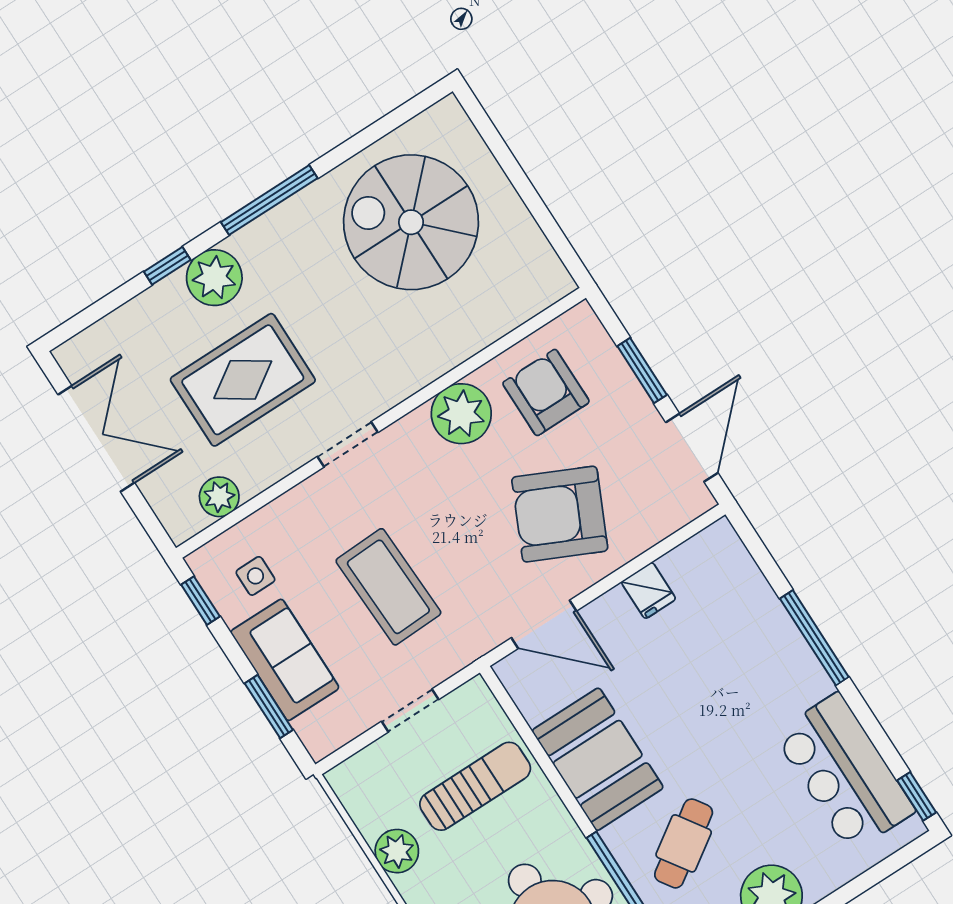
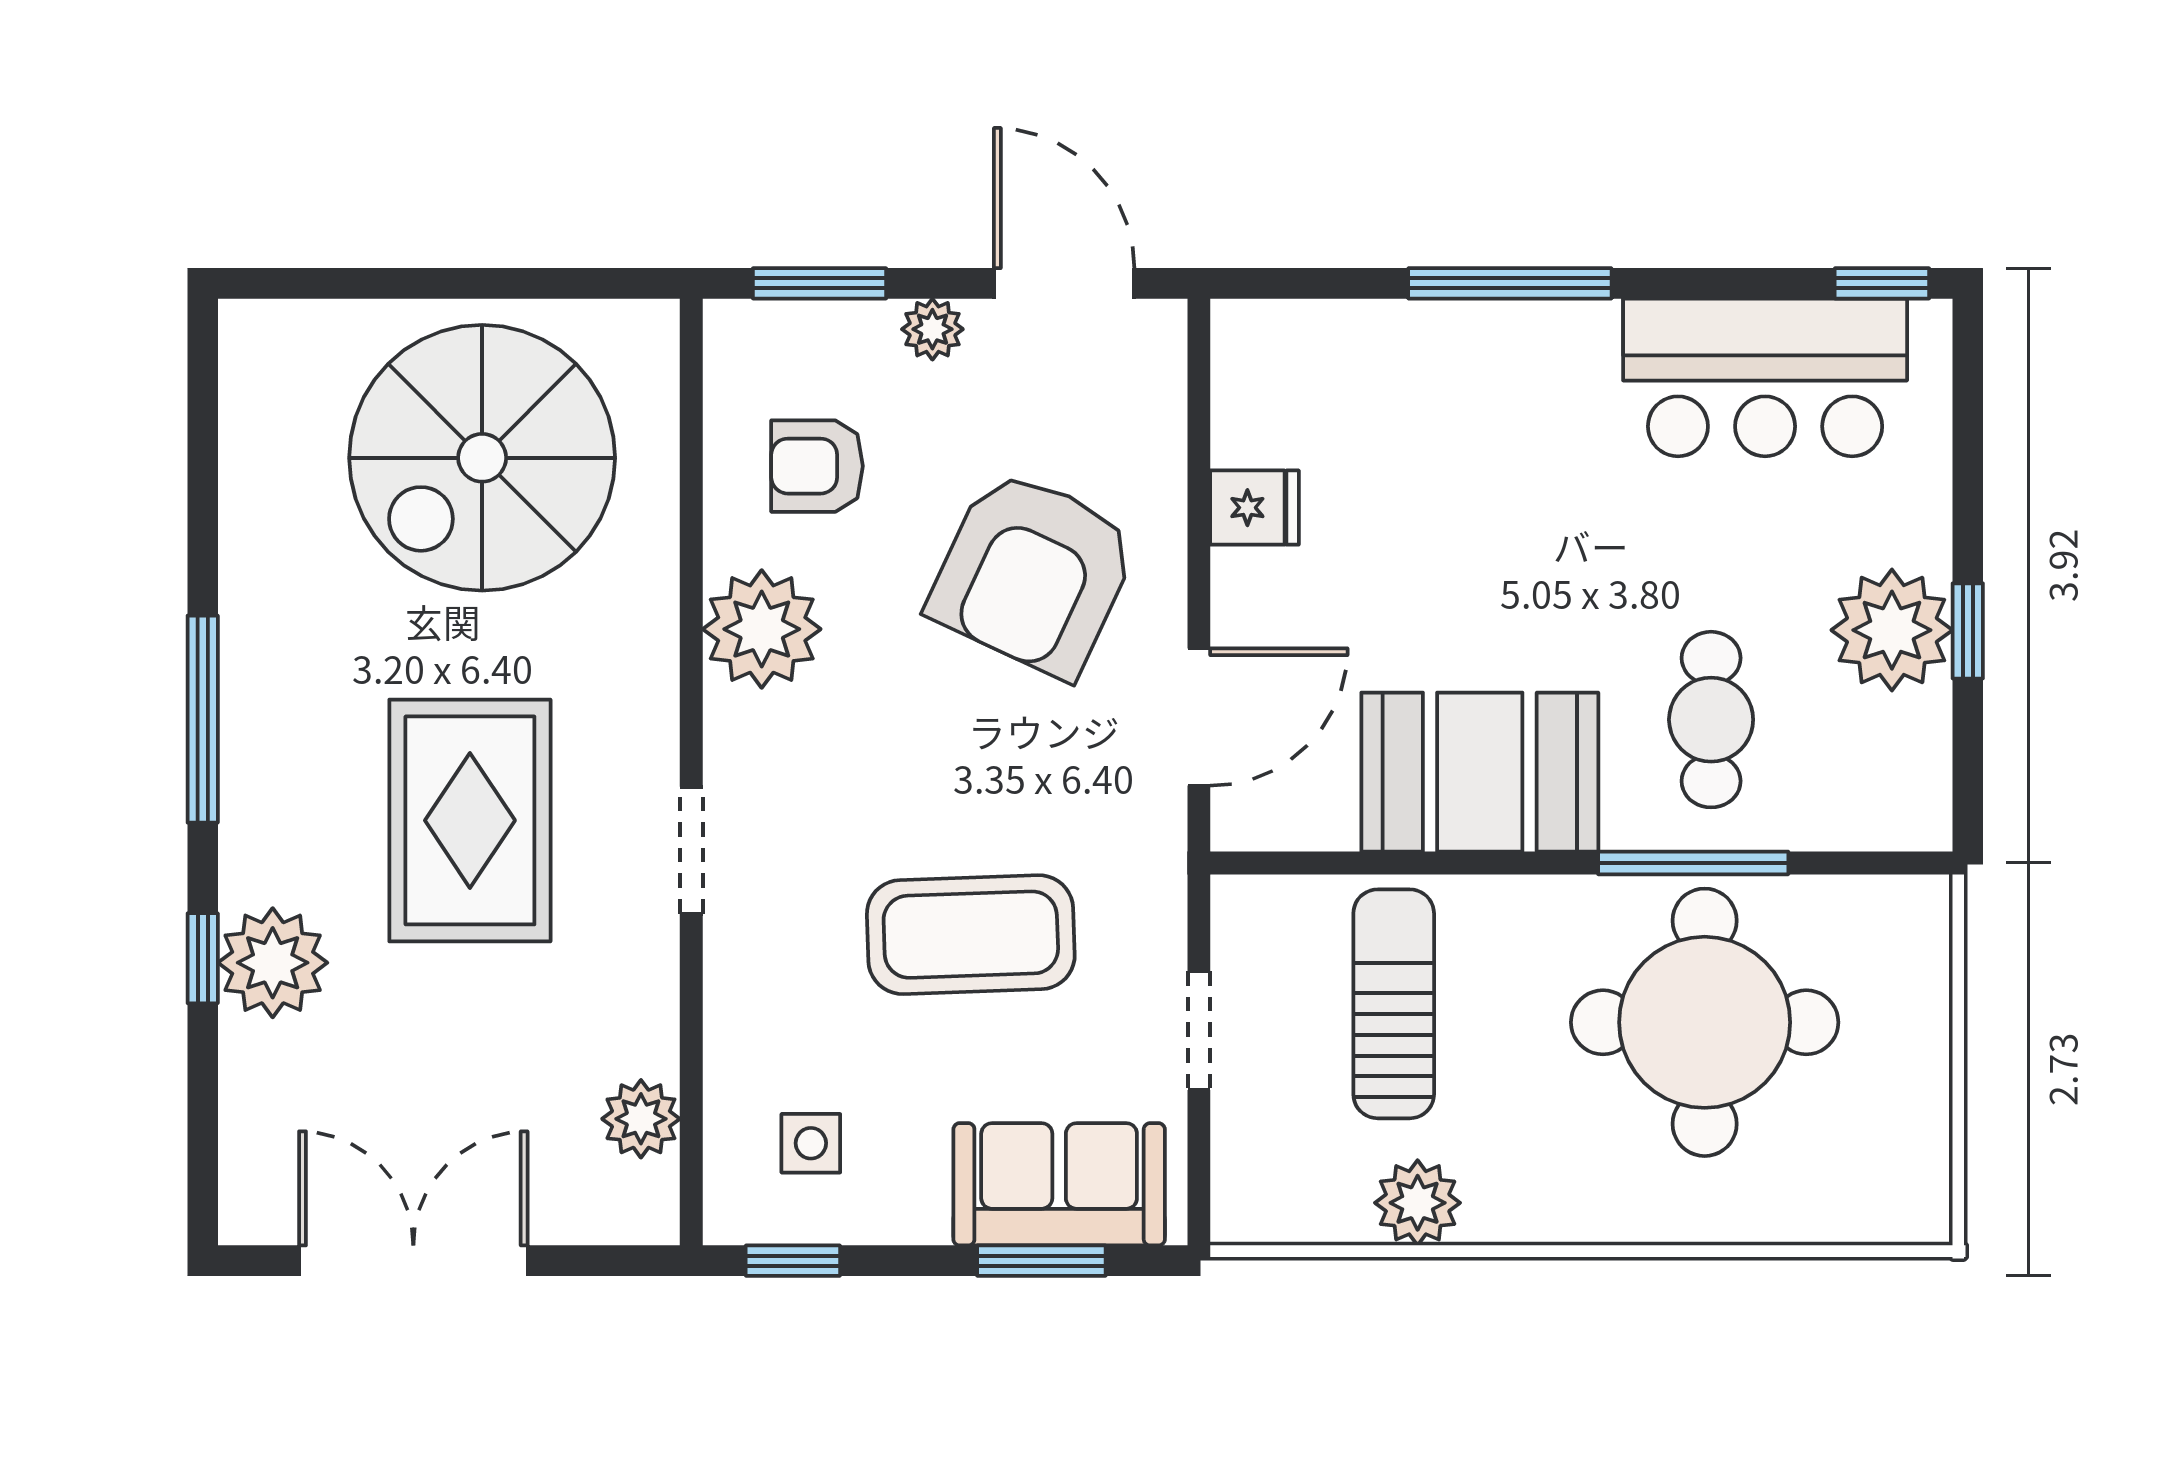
spiral stairs: (411, 222) -> (482, 458), moved
plant: (214, 278) -> (273, 963), moved
window: (642, 370) -> (820, 283), moved
rug: (243, 380) -> (470, 820), moved
armchair: (546, 392) -> (817, 466), width x0.72, depth x0.72
plant: (636, 404) -> (932, 329), added
sofa: (285, 660) -> (1059, 1184), moved
cafe table: (684, 843) -> (1711, 720), turned 34

